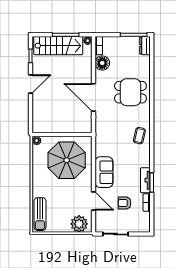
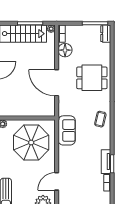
sofa: (104, 172) -> (67, 130), moved
door: (93, 201) -> (57, 181), swing flipped
armchair: (125, 203) -> (86, 183), removed

